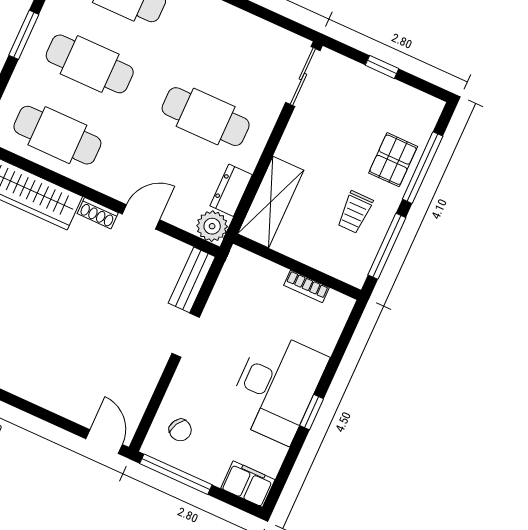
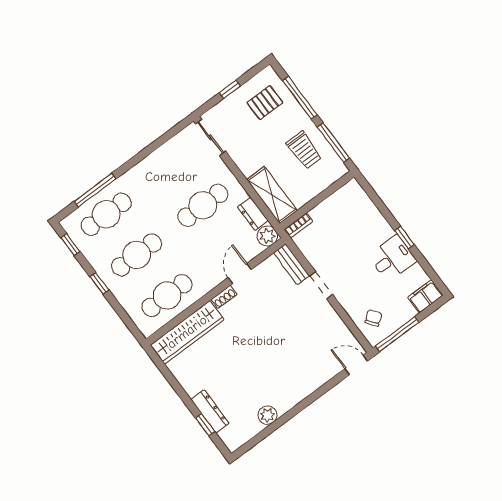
window: (24, 35) -> (99, 283), width x0.67
pallet: (393, 160) -> (265, 103), moved, turned 90
trolley: (355, 212) -> (304, 150), width x1.36, depth x1.39
bookcase: (306, 286) -> (299, 225), moved
desk: (276, 387) -> (392, 258), width x0.53, depth x0.77
chair: (180, 430) -> (373, 318), turned -66

